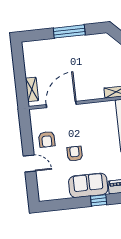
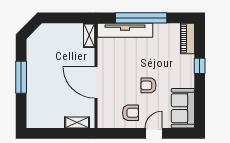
door: (61, 104) -> (96, 82), moved
sofa: (88, 185) -> (183, 108), moved

